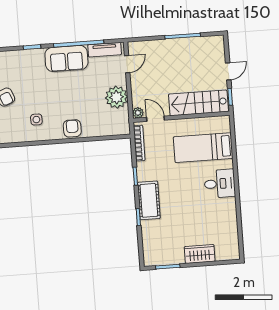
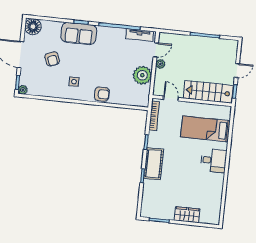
sofa: (66, 58) -> (79, 33), moved
plant: (138, 113) -> (160, 64), moved
armchair: (72, 128) -> (102, 94), turned 90

